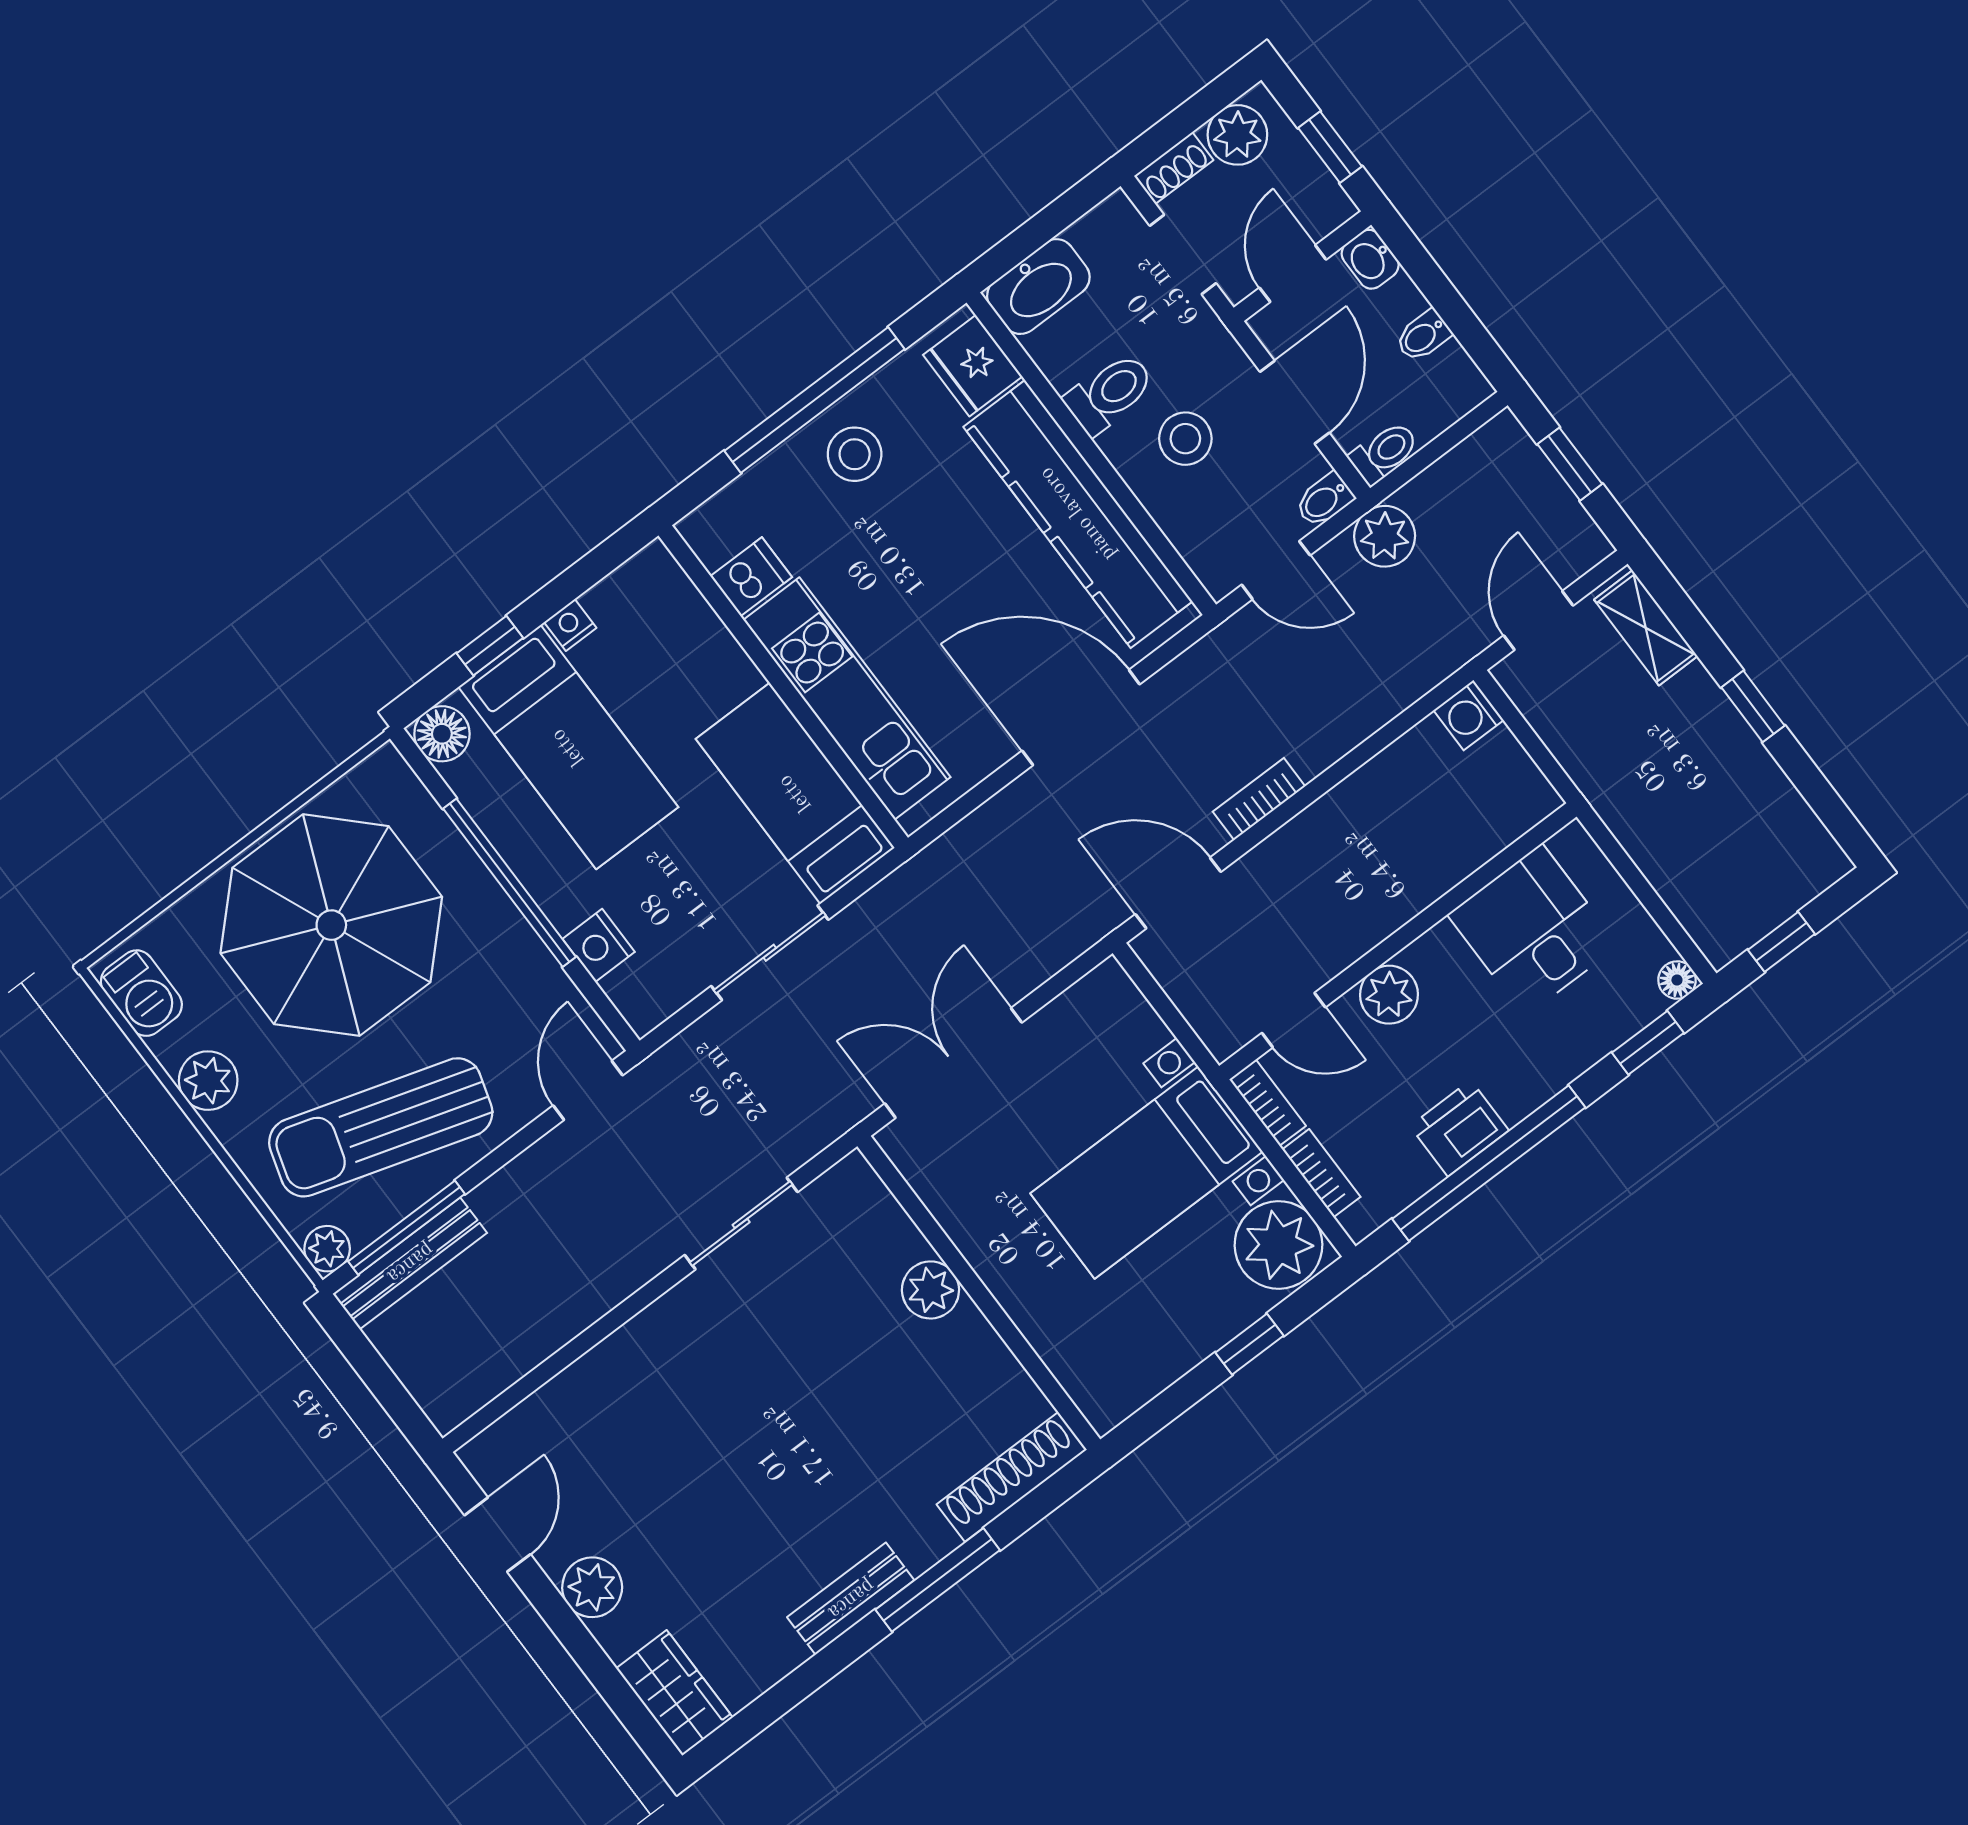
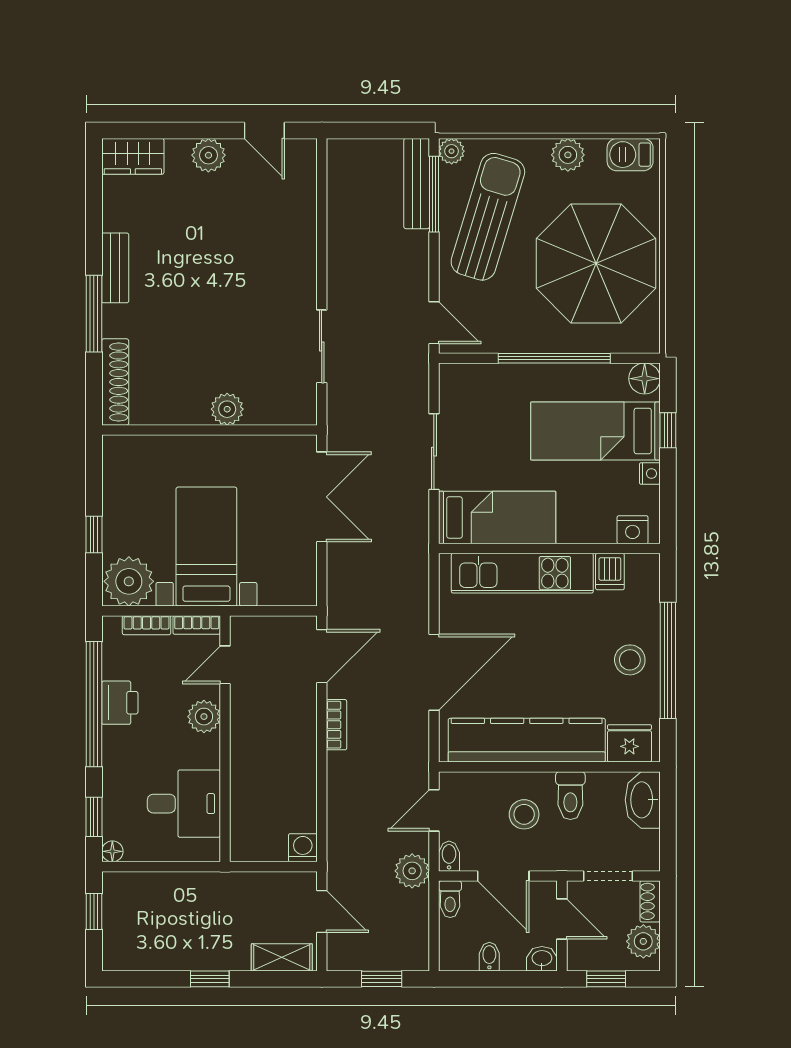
nightstand: (599, 945) -> (633, 530), moved, turned 180

